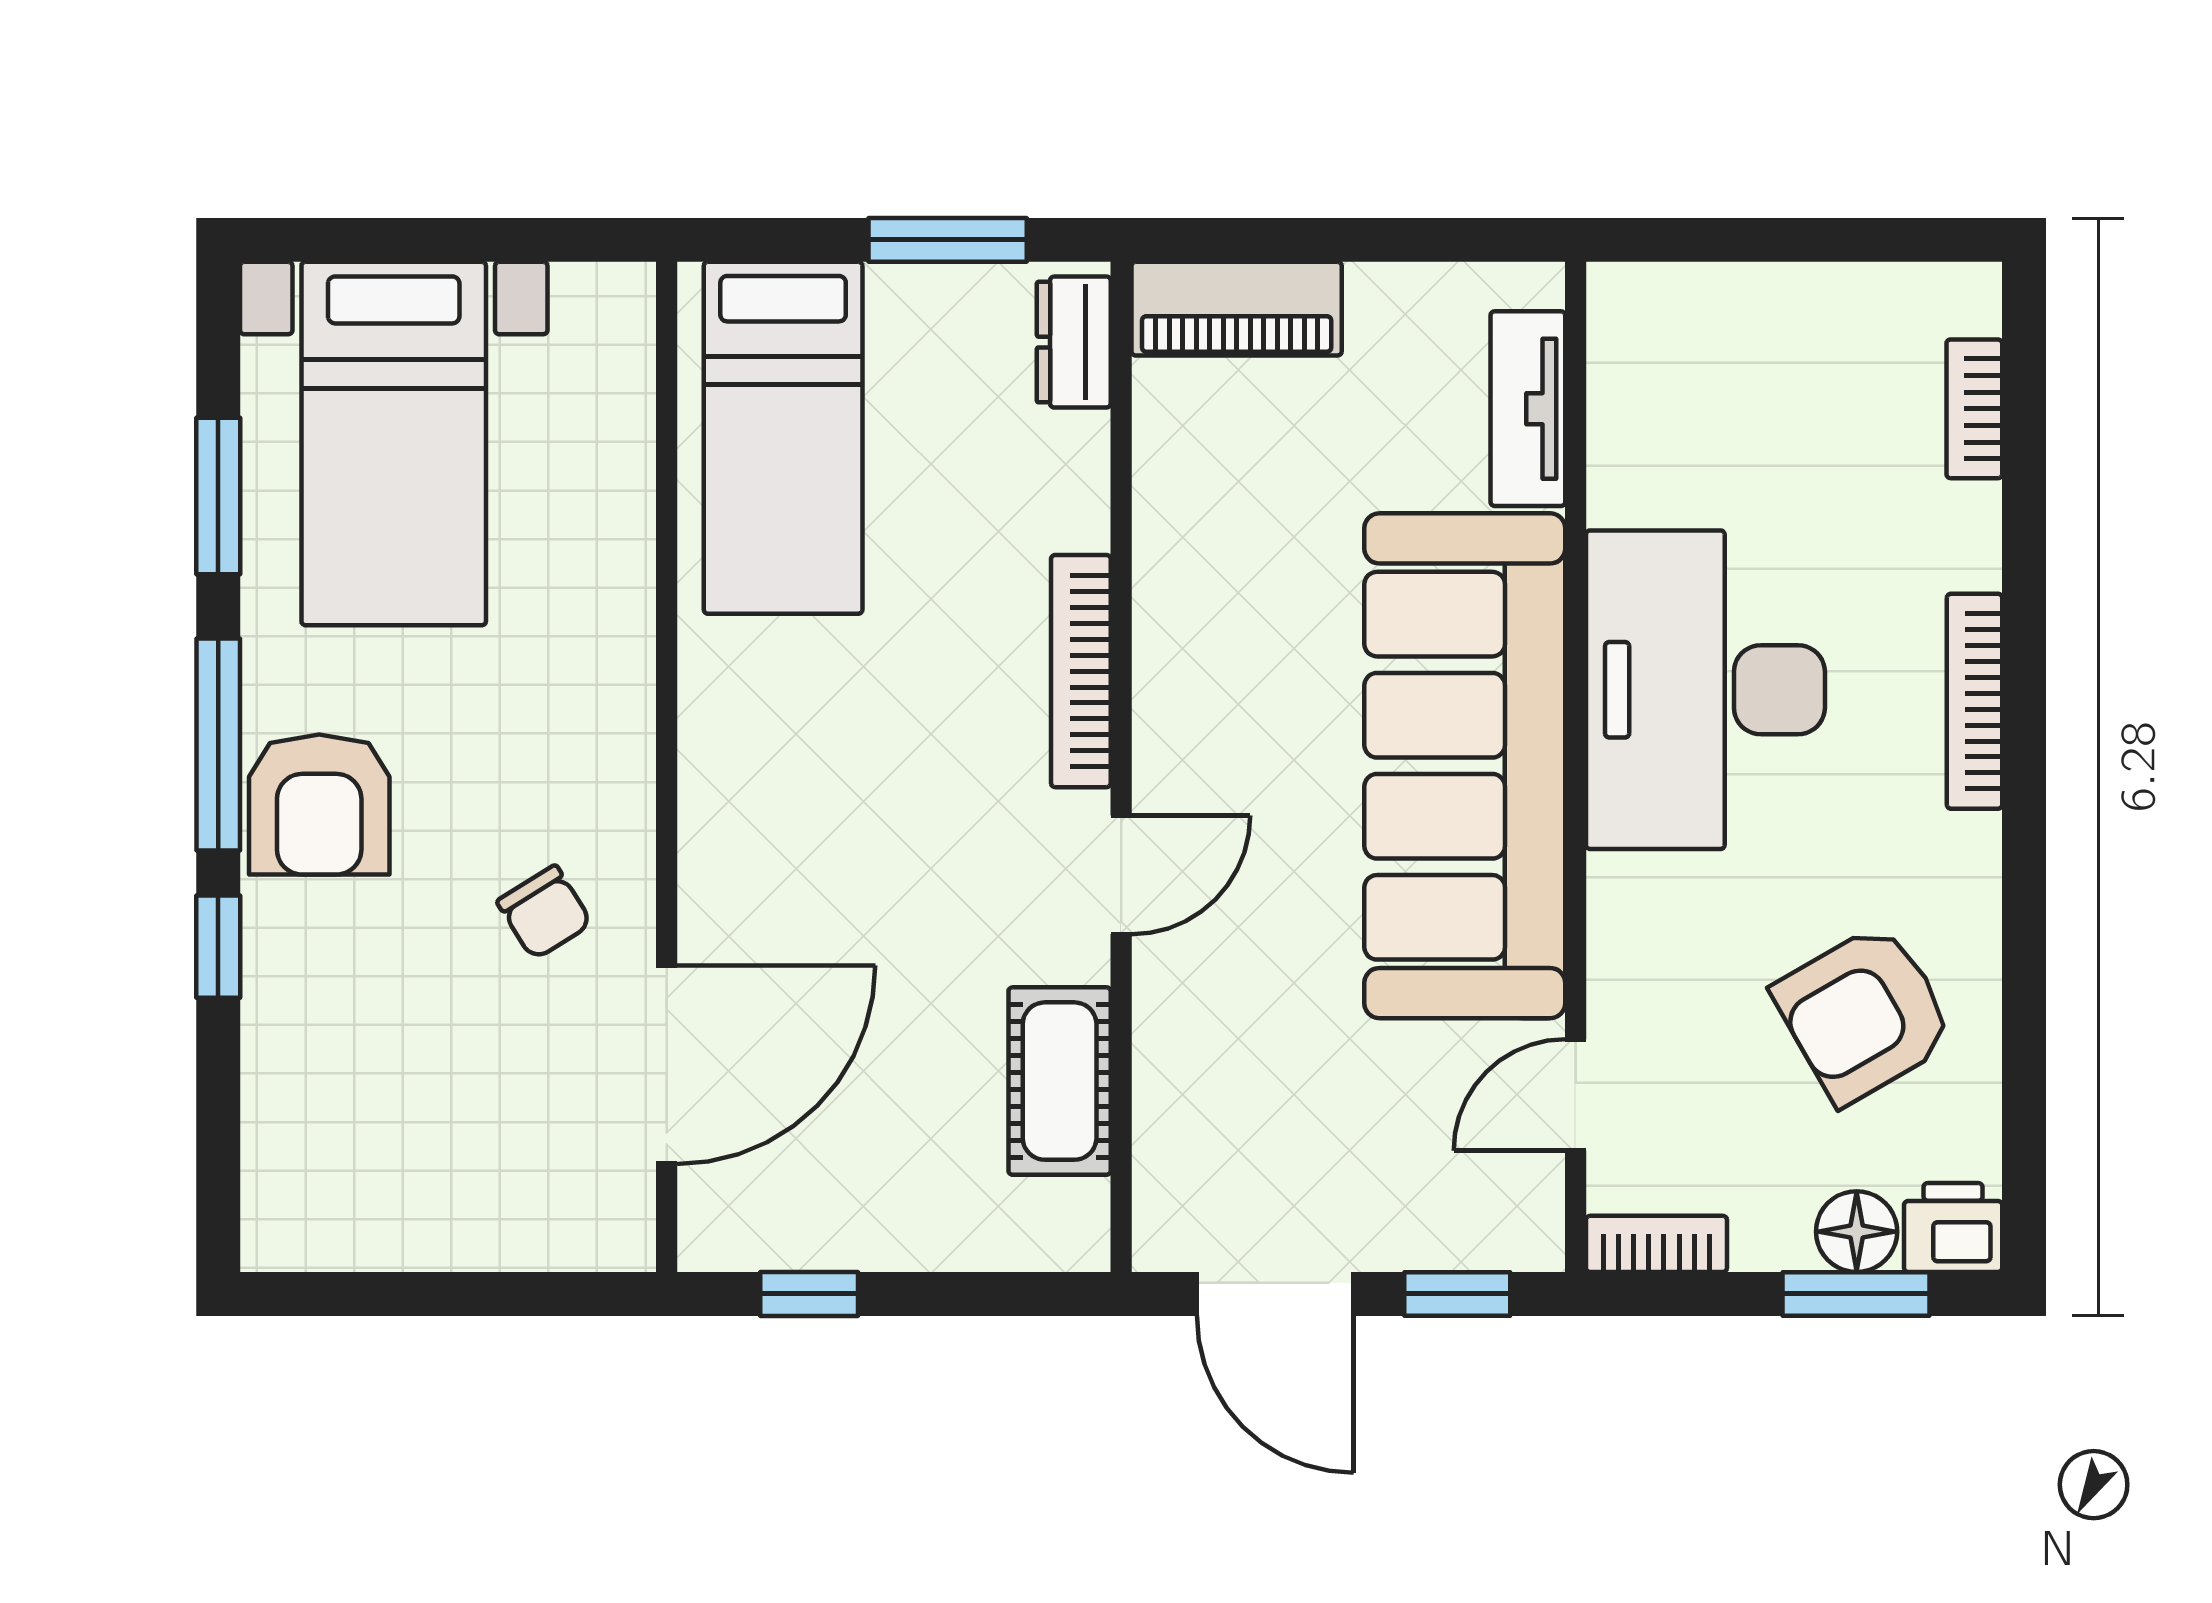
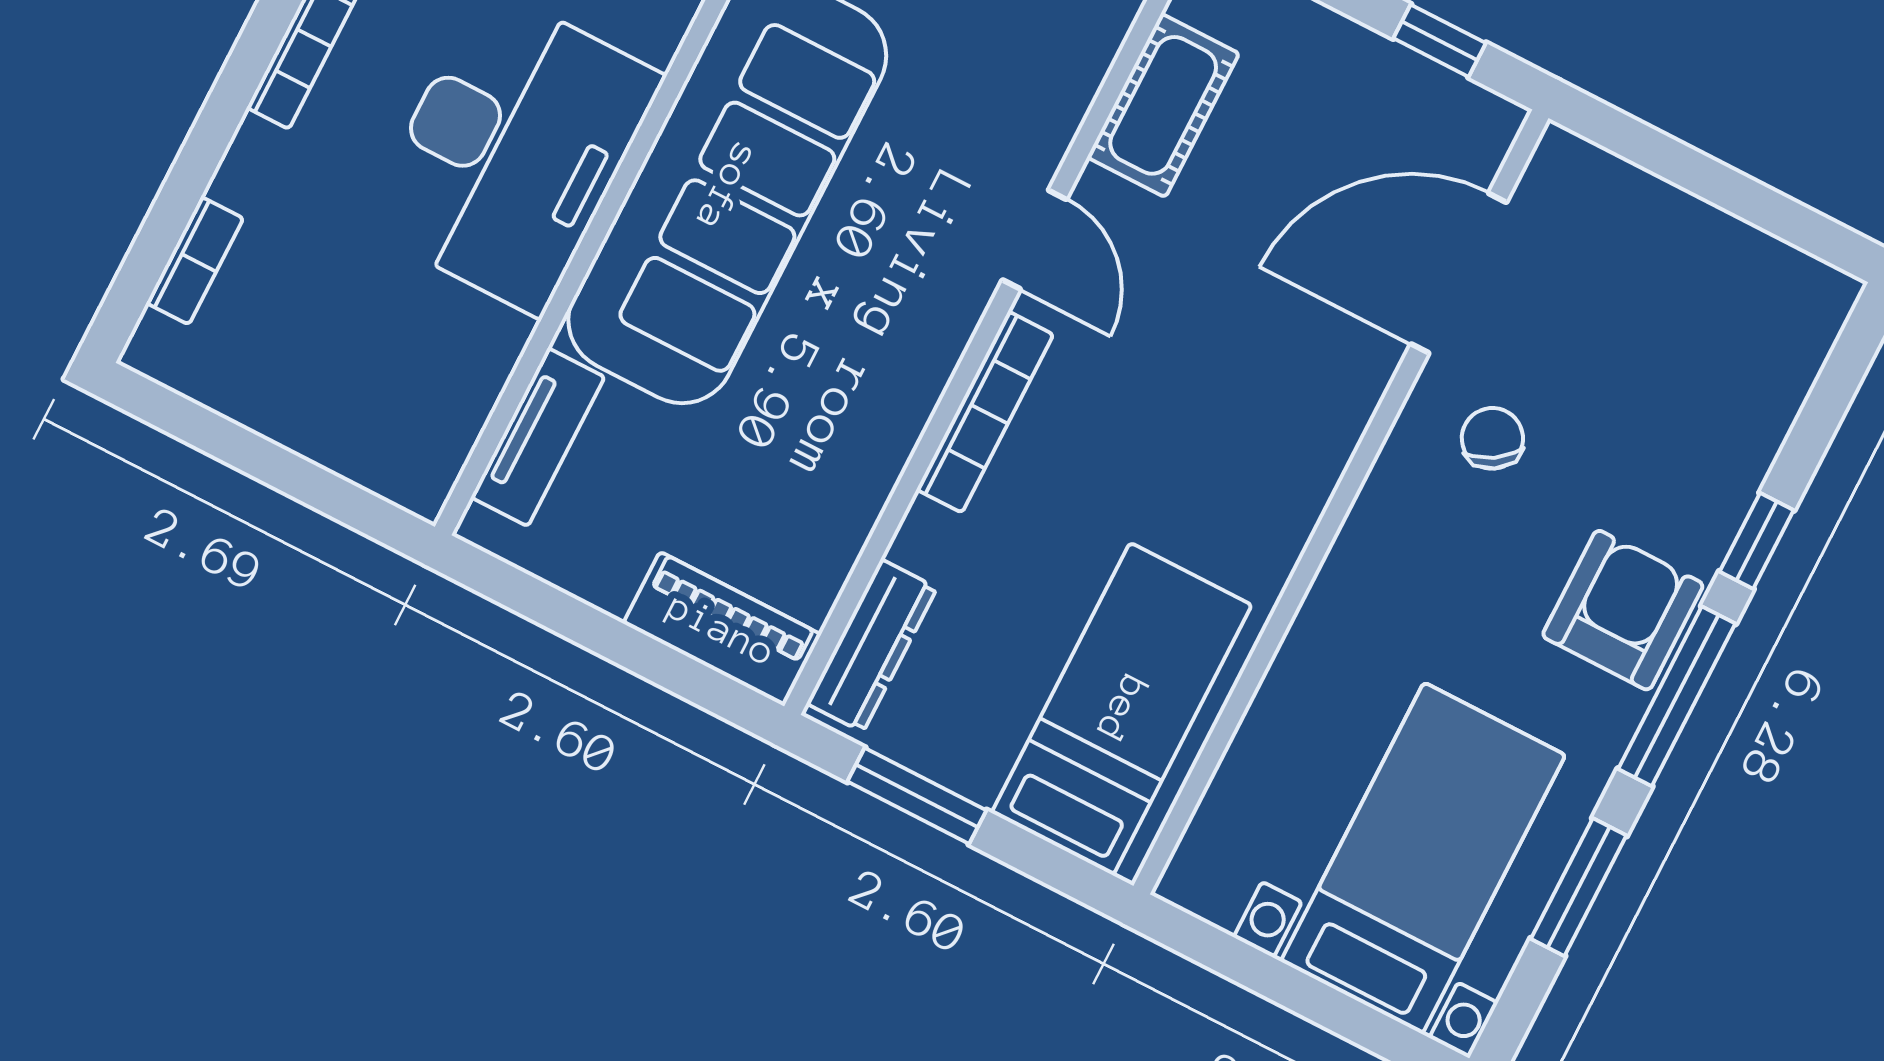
dresser: (1074, 342) -> (872, 646), width x1.44
door: (1121, 875) -> (1034, 240), swing flipped

